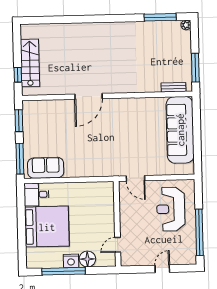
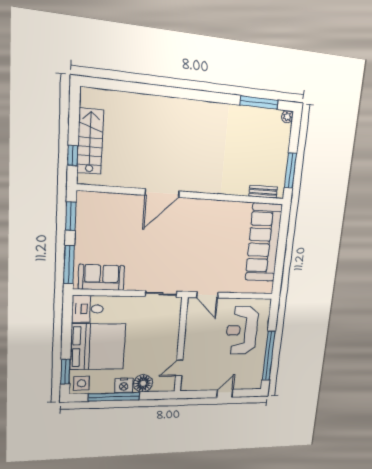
sliding door: (95, 179) -> (161, 294), added
window: (22, 249) -> (65, 372), added
side table: (36, 259) -> (82, 383), added

